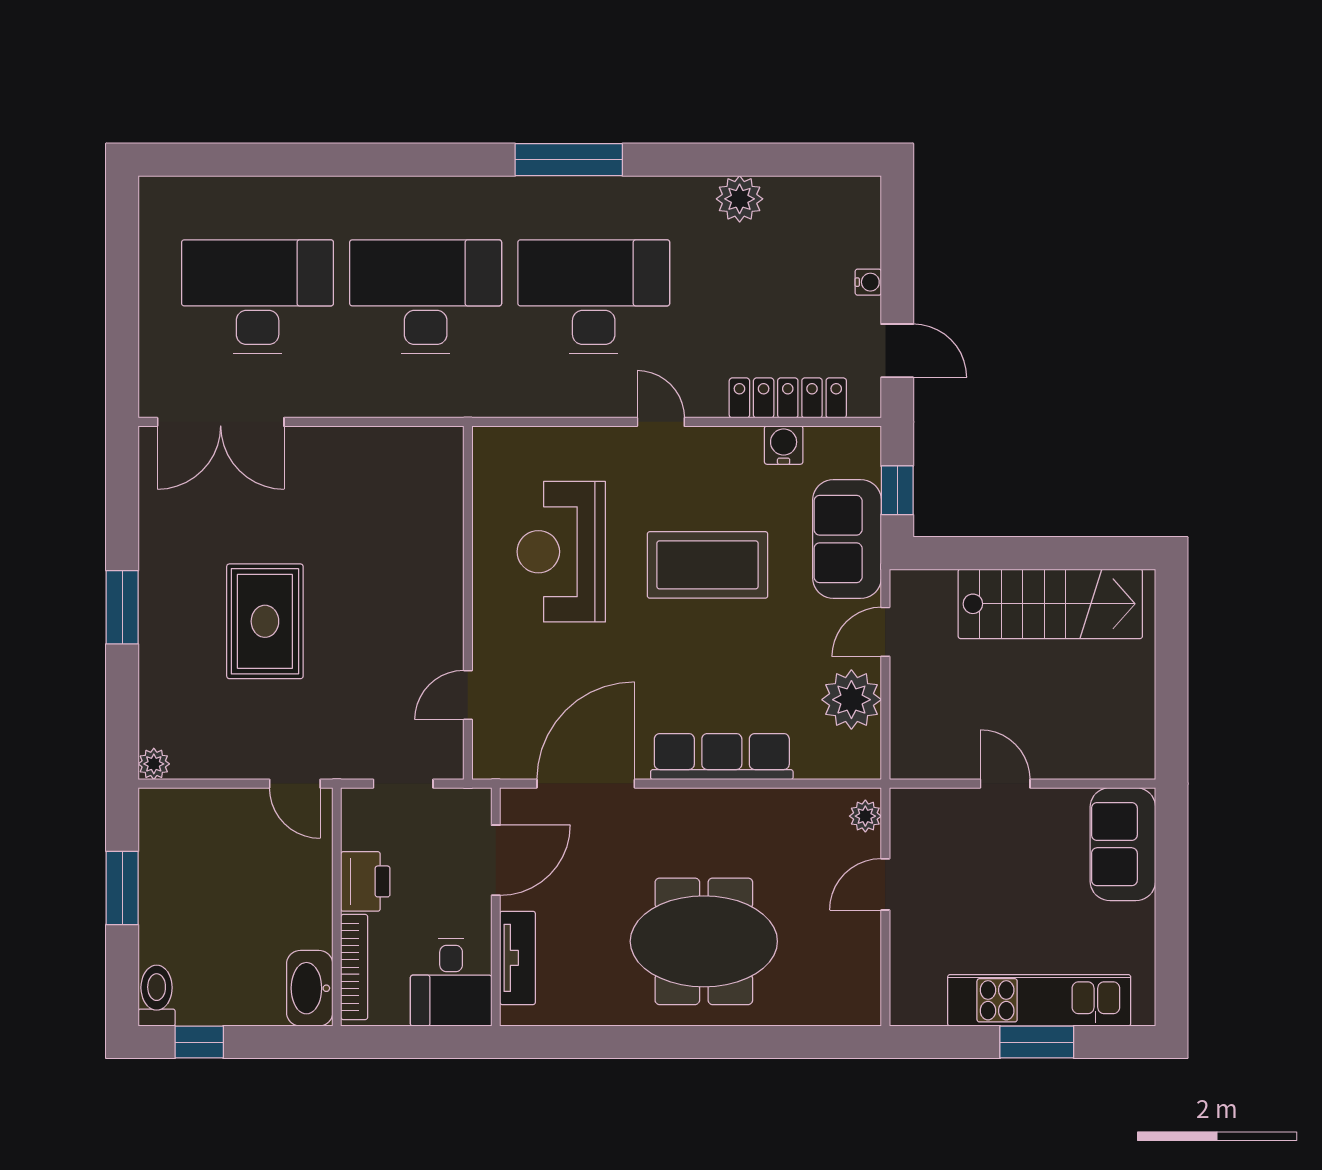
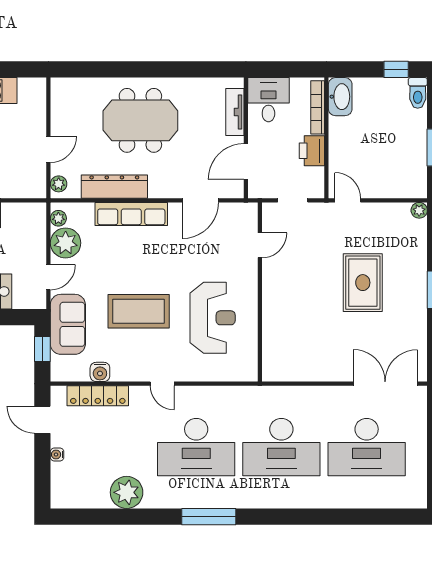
plant: (740, 199) -> (127, 492), width x1.36, depth x1.36
plant: (866, 748) -> (58, 218), added
door: (586, 784) -> (200, 200), width x0.73
dresser: (755, 811) -> (114, 187), added

